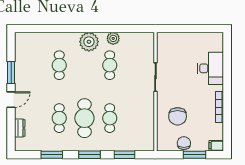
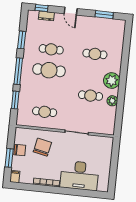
desk: (211, 68) -> (79, 176), width x1.36, depth x1.30
window: (11, 72) -> (104, 15), moved
chair: (178, 116) -> (42, 147), turned 102
cafe table: (110, 118) -> (45, 112), moved
window: (11, 135) -> (42, 8), added
window: (90, 155) -> (18, 71), width x1.44

